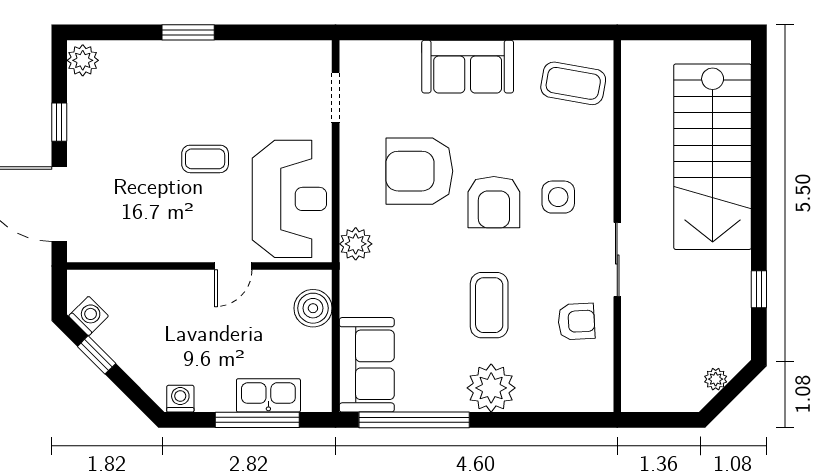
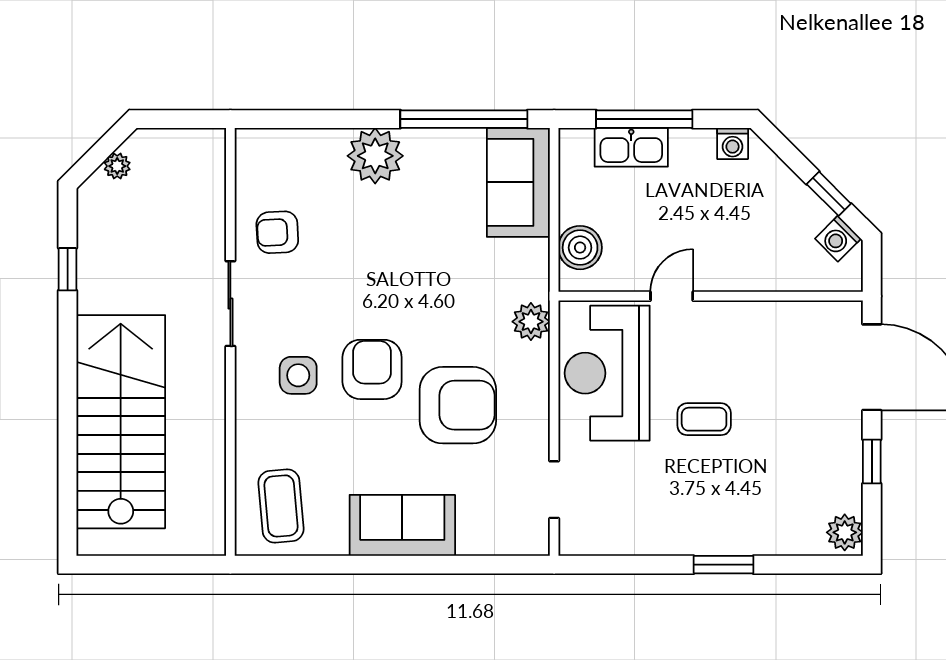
coffee table: (573, 83) -> (281, 506), turned 75
coffee table: (489, 305) -> (377, 251), removed

